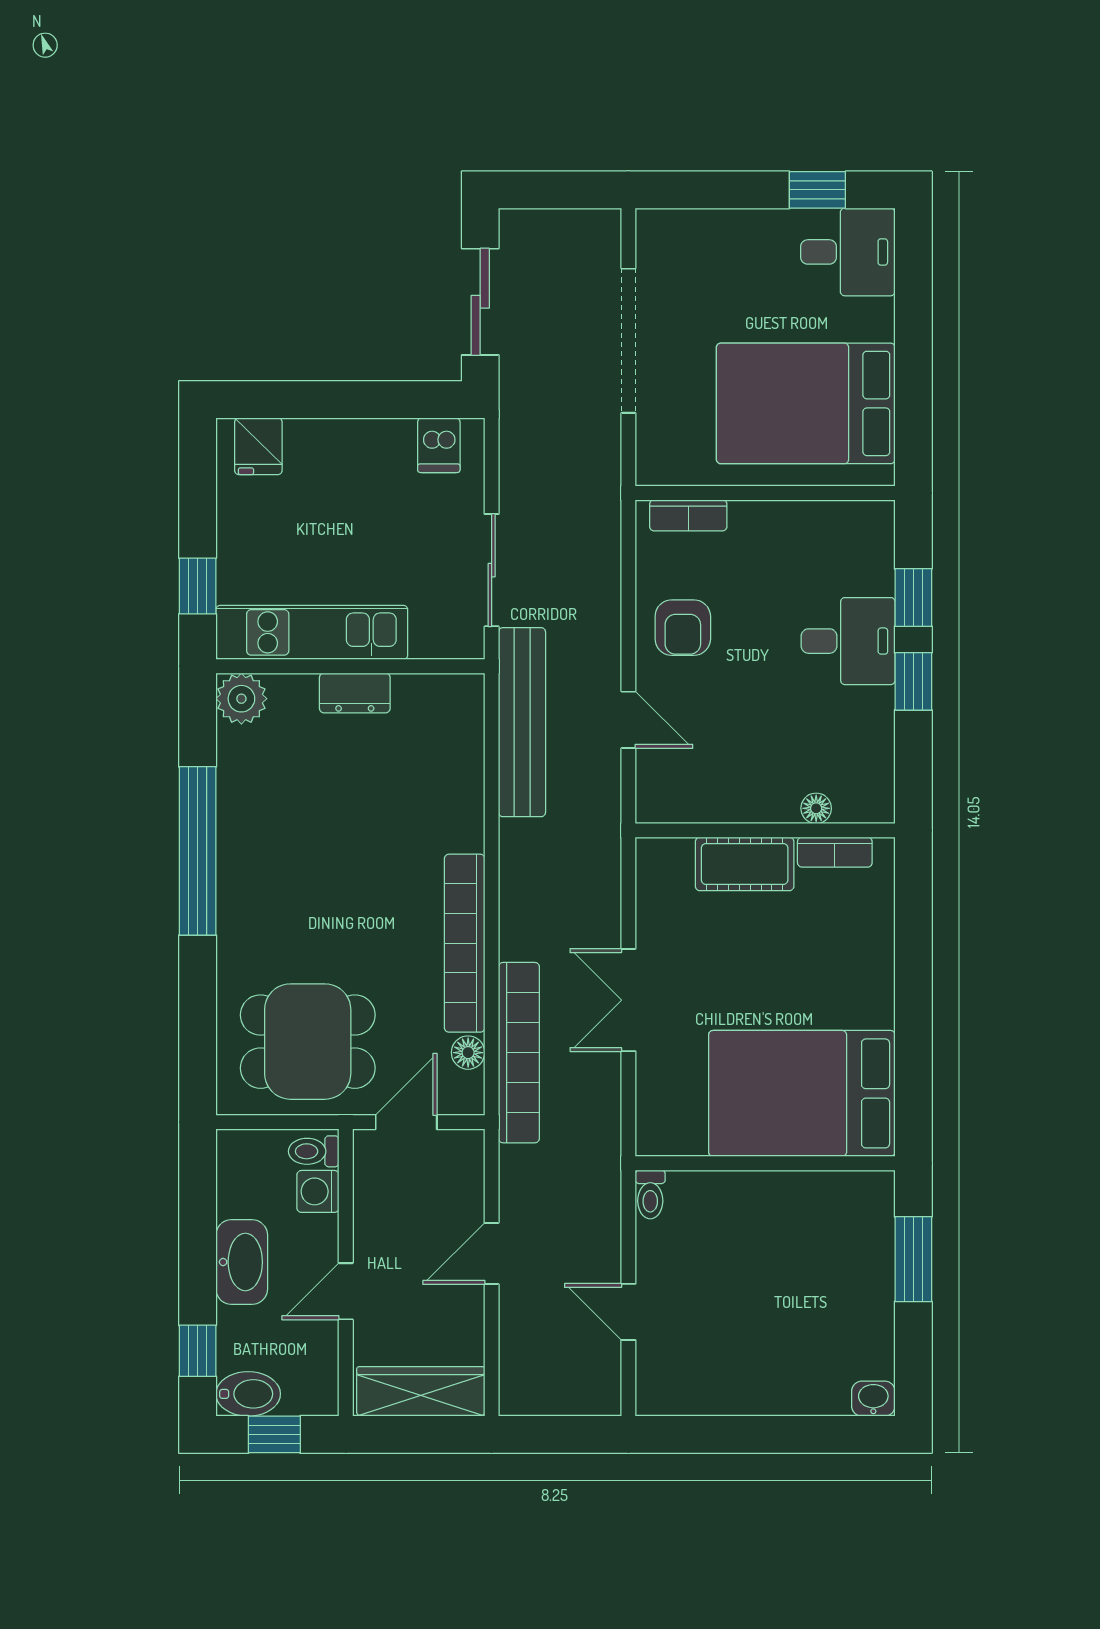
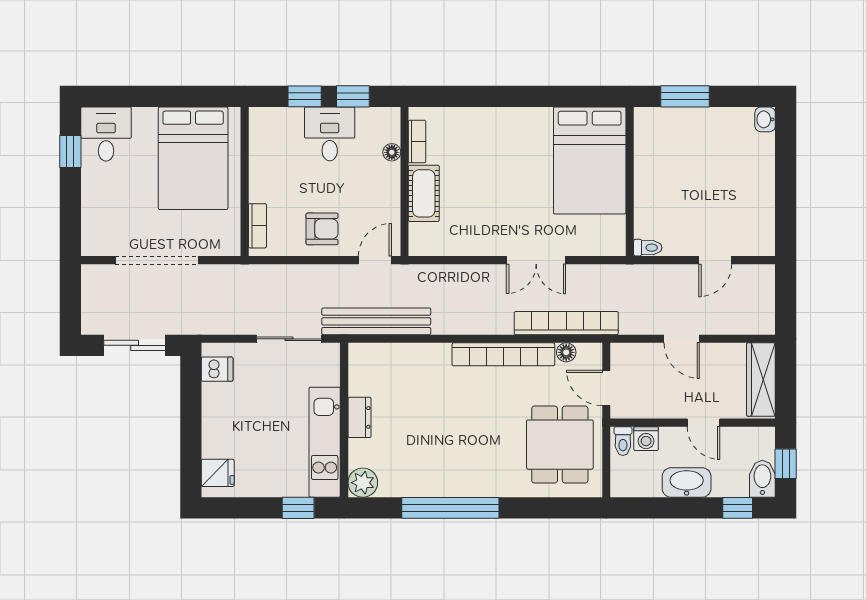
floor lamp: (816, 808) -> (392, 152), moved
wall: (765, 830) -> (404, 182), moved
bookcase: (835, 852) -> (417, 142), moved
cot: (745, 864) -> (424, 193), moved

